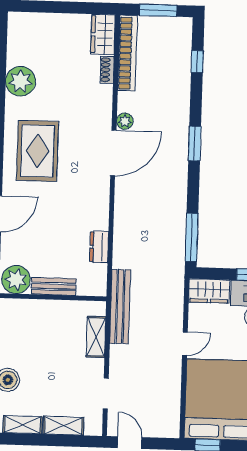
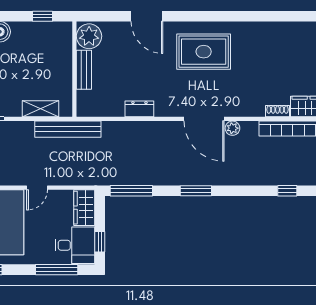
plant: (20, 81) -> (265, 35), removed
window: (195, 143) -> (196, 191), moved
dresser: (99, 247) -> (139, 109), moved
door: (185, 344) -> (37, 188), hinge flipped

